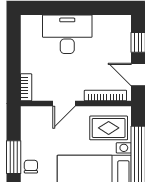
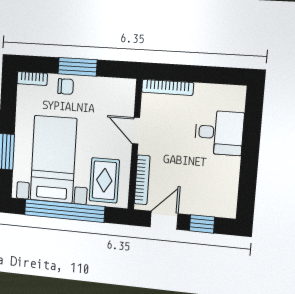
desk: (67, 34) -> (219, 133), width x0.73
bookcase: (26, 87) -> (167, 87), width x1.56

